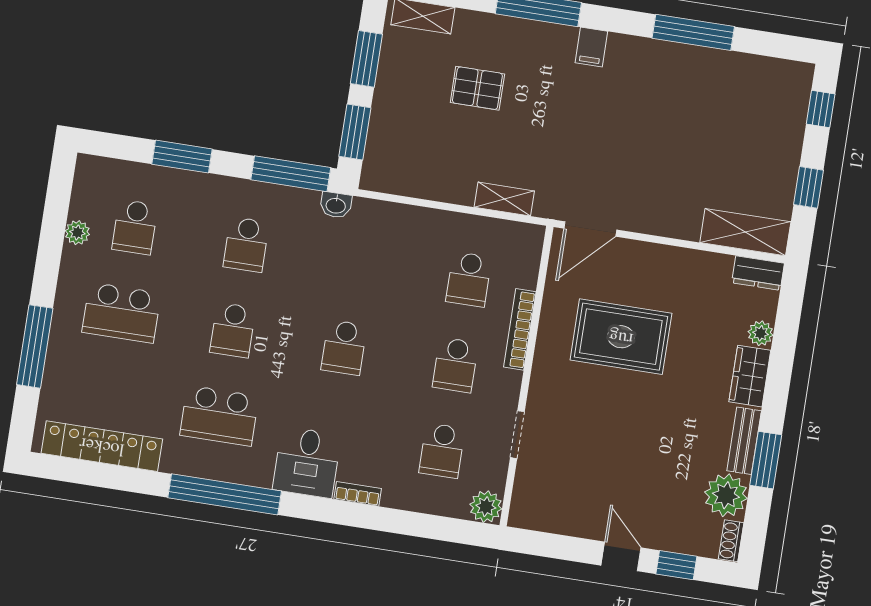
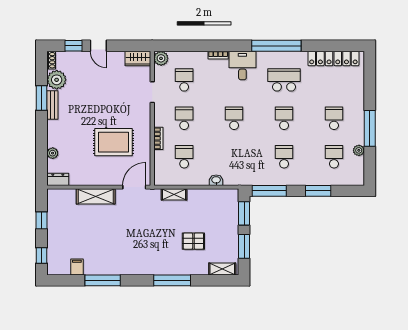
filing cabinet: (591, 47) -> (77, 267), moved
washbasin: (336, 205) -> (216, 180), moved
shelving: (745, 232) -> (96, 196), moved
school desk: (121, 313) -> (334, 118), width x0.54
bookcase: (520, 329) -> (158, 138), width x0.64
window: (35, 346) -> (370, 128), moved
wardrobe: (750, 376) -> (138, 59), moved, turned 90

